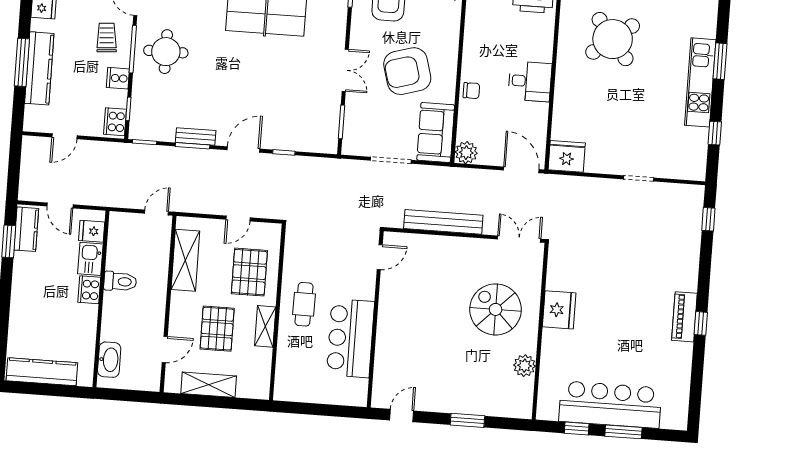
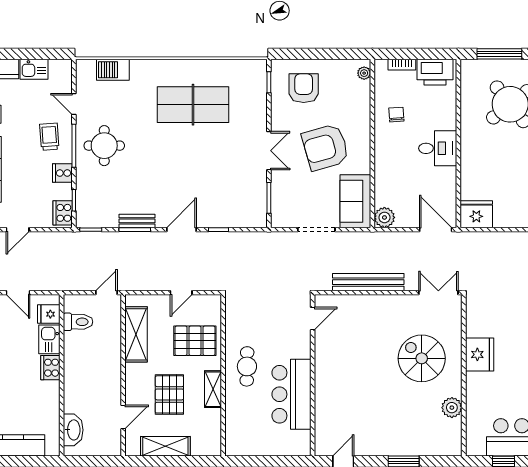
chair: (471, 91) -> (396, 115), moved, turned -94
pallet: (249, 272) -> (195, 341), turned 90
toilet: (120, 281) -> (78, 322), moved

